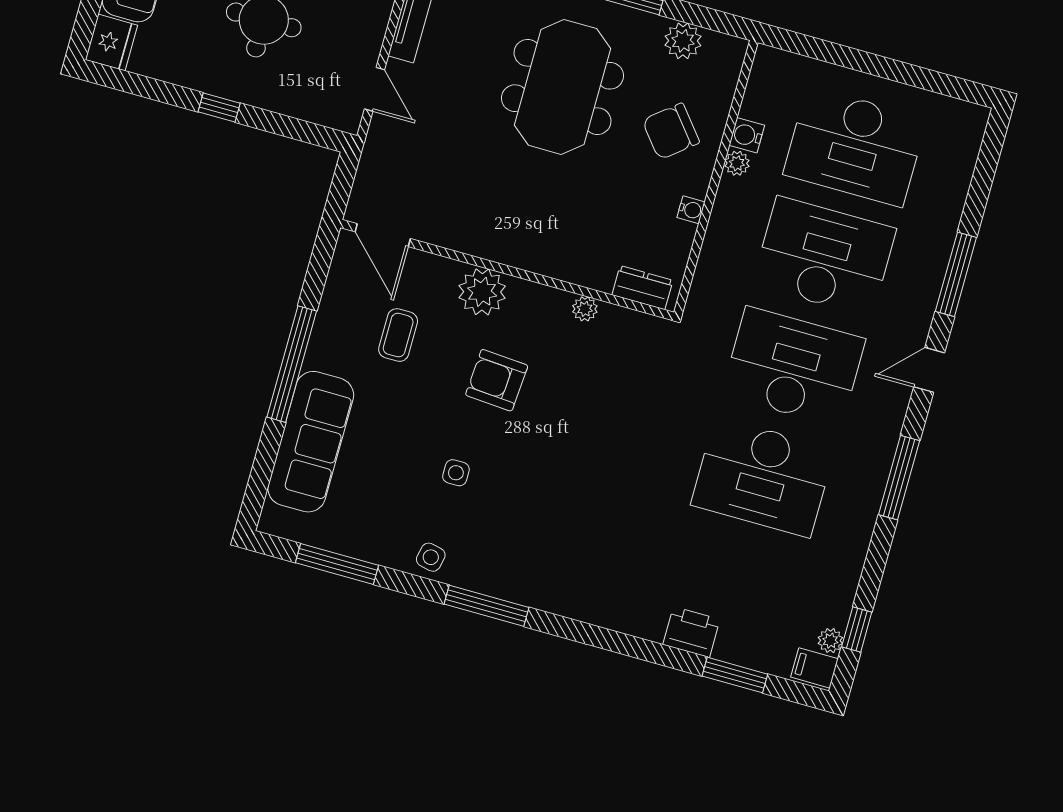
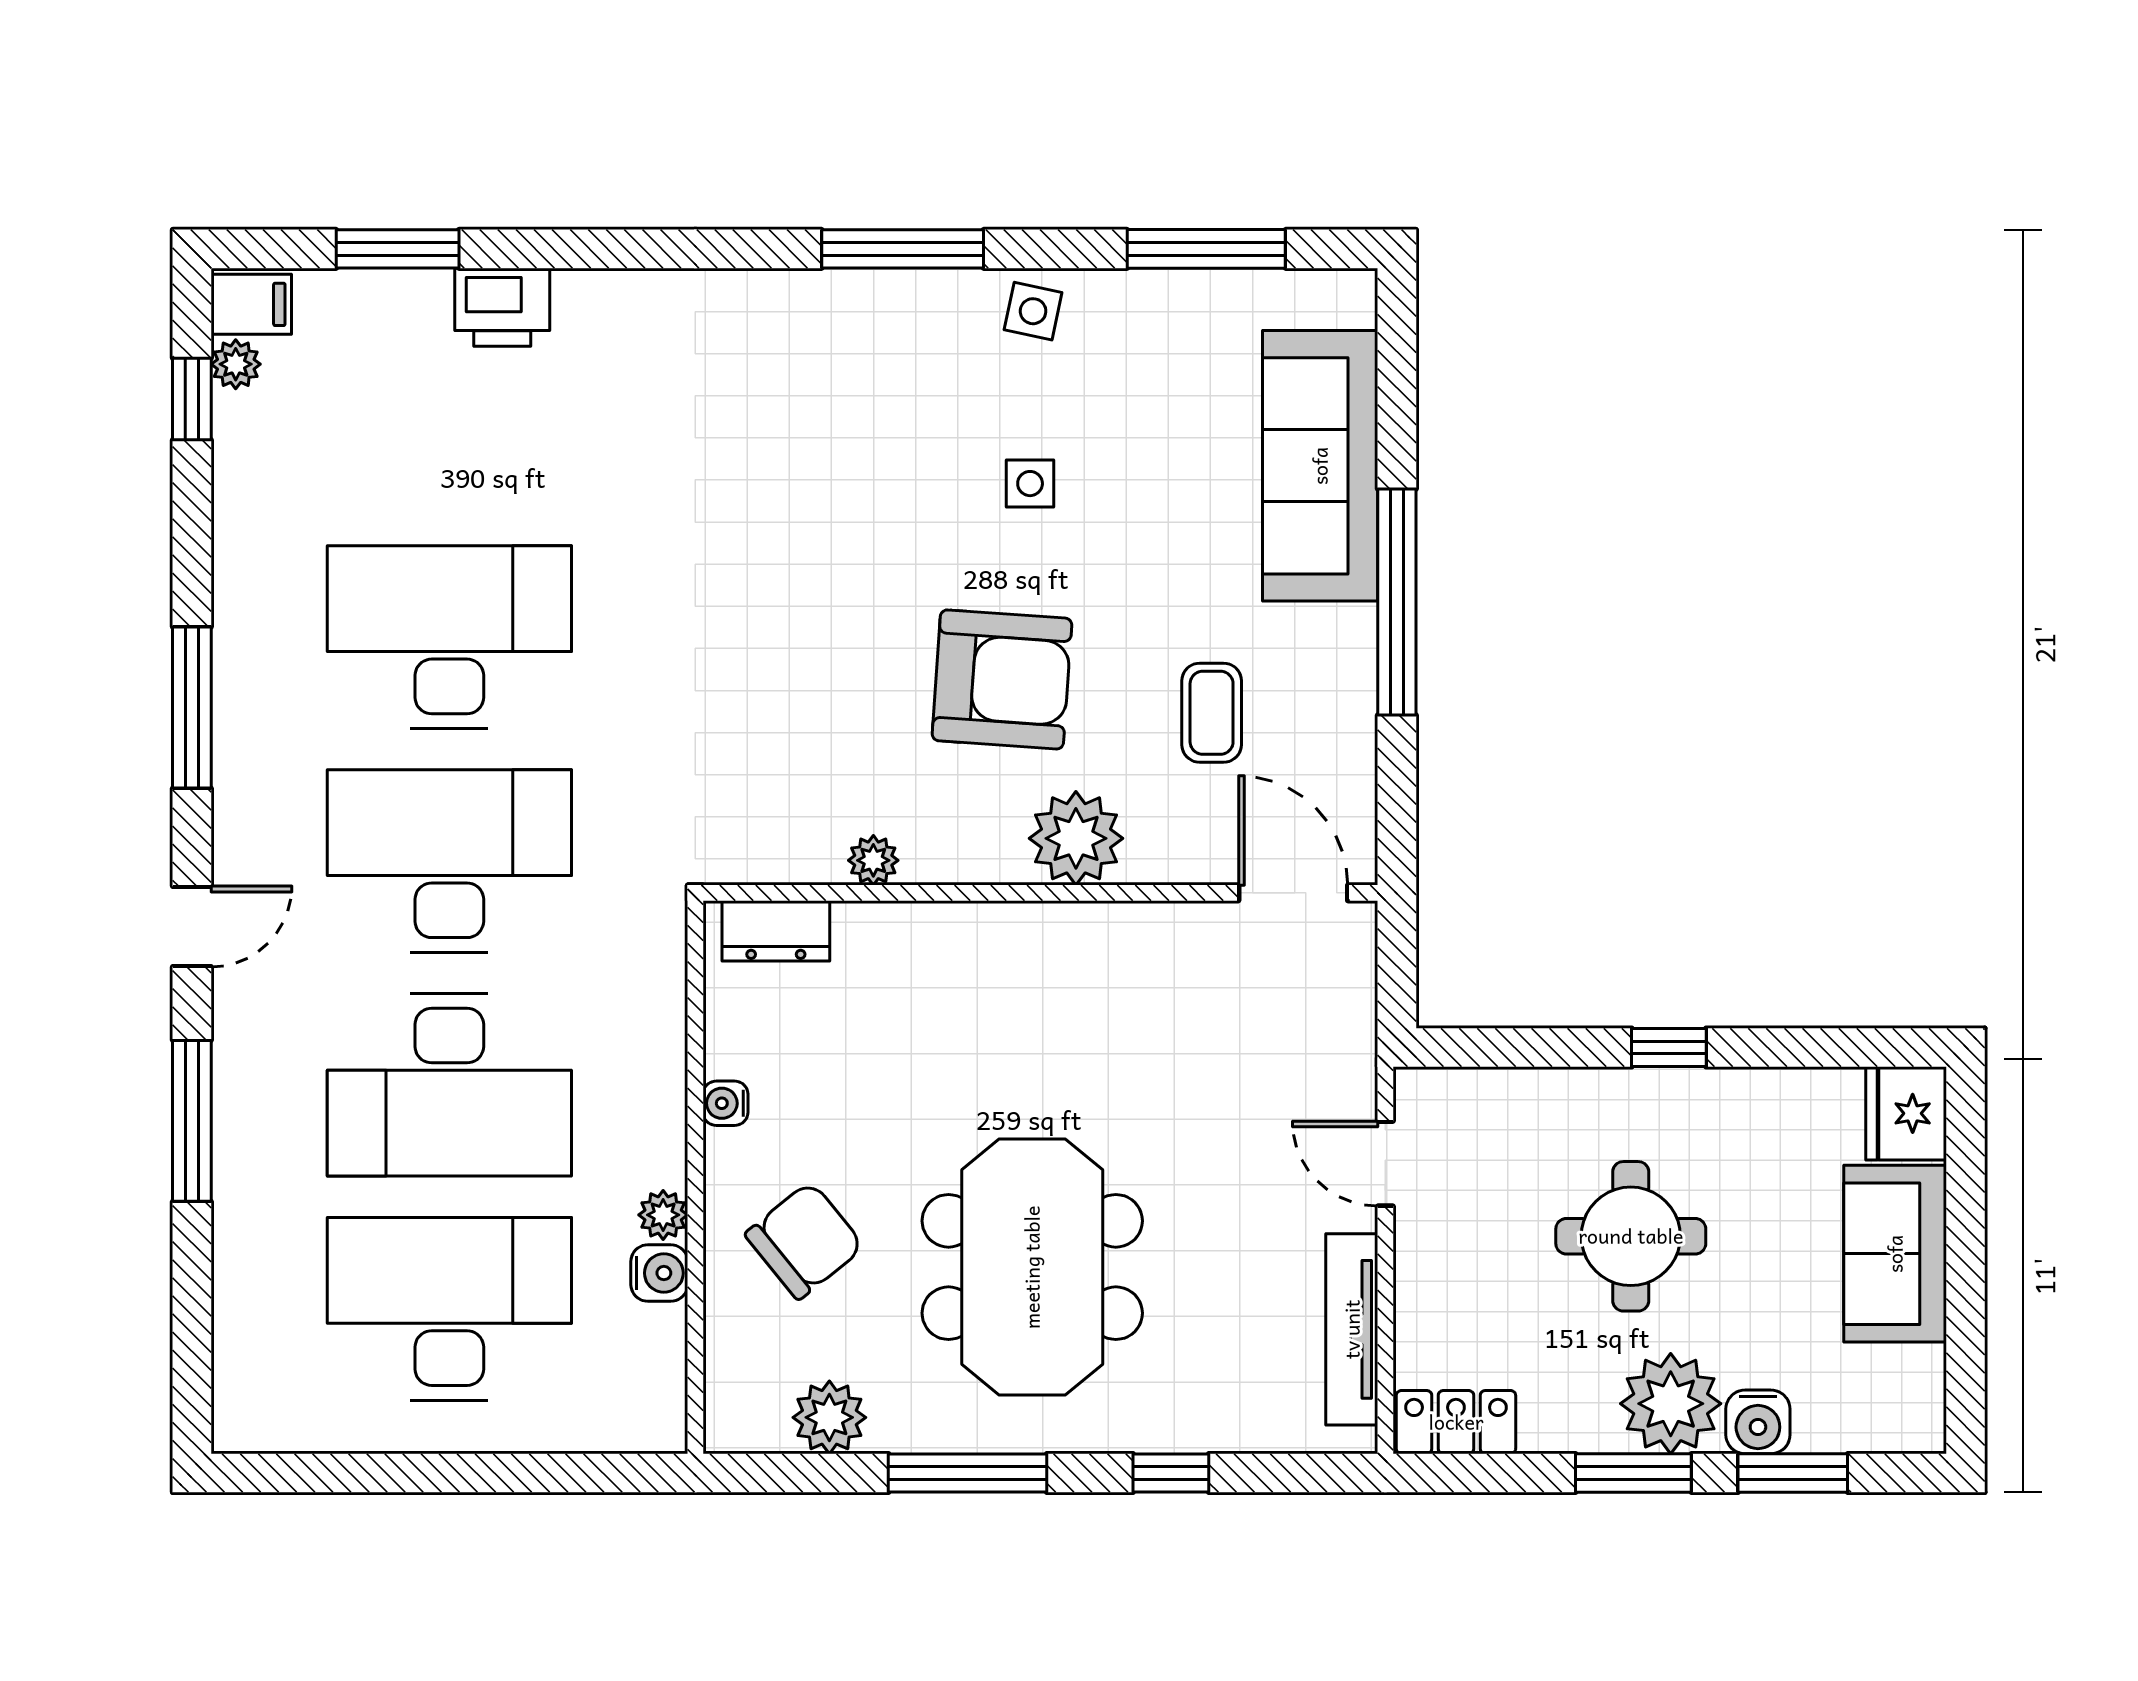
desk: (793, 367) -> (449, 861), turned 180
armchair: (497, 380) -> (1002, 679), width x1.36, depth x1.36

